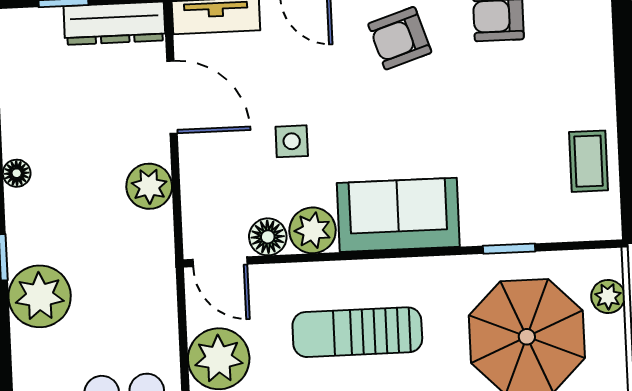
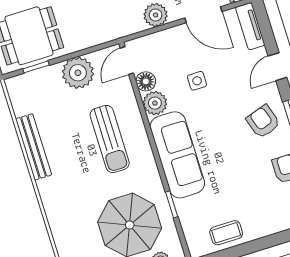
door: (172, 97) -> (203, 15), hinge flipped
sofa: (398, 215) -> (177, 155), width x1.36
sun lounger: (357, 332) -> (110, 139), turned 180

